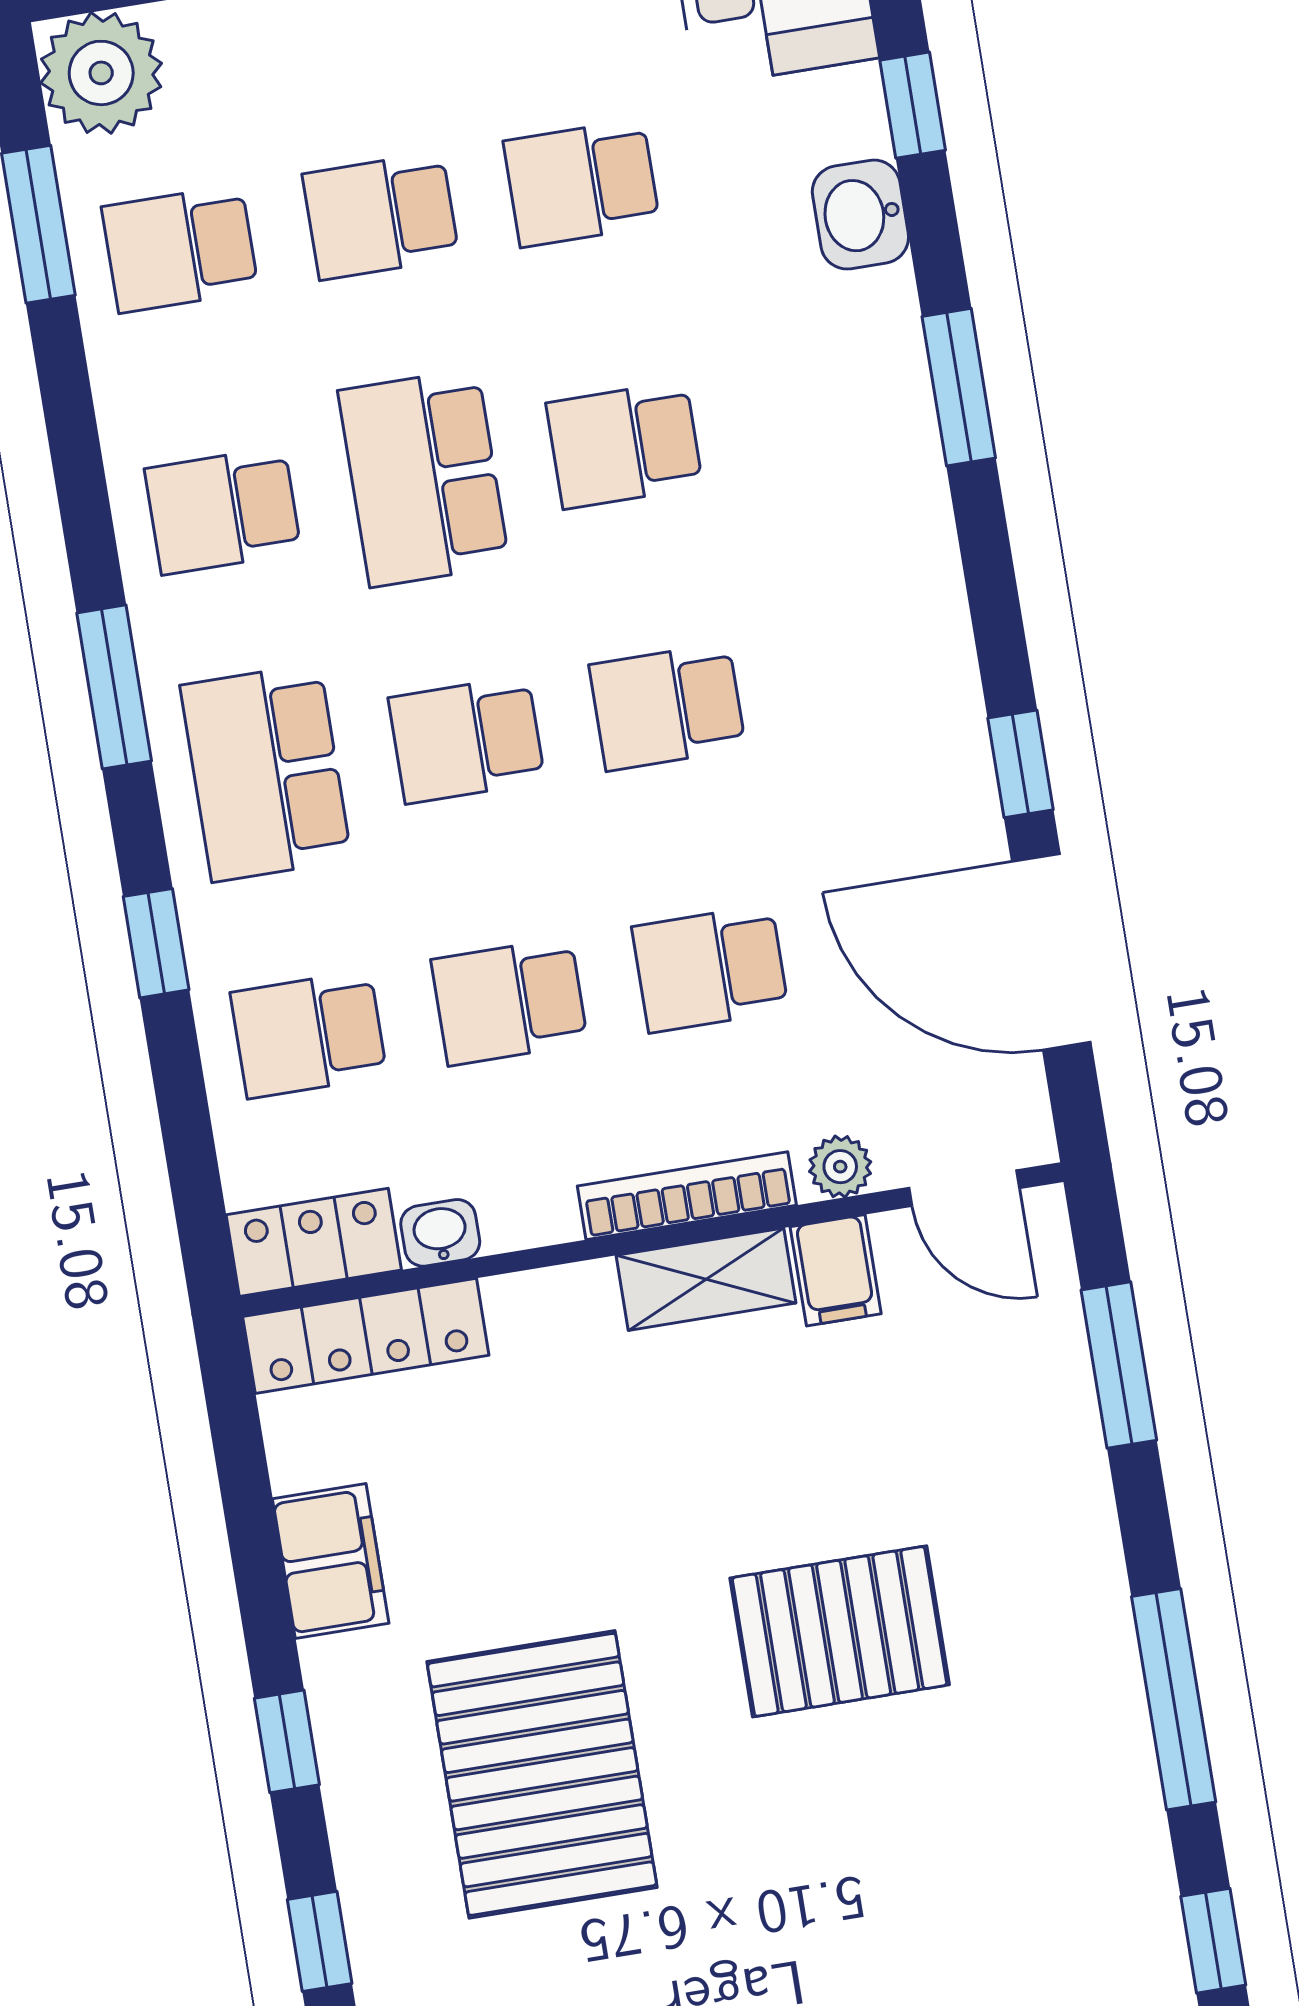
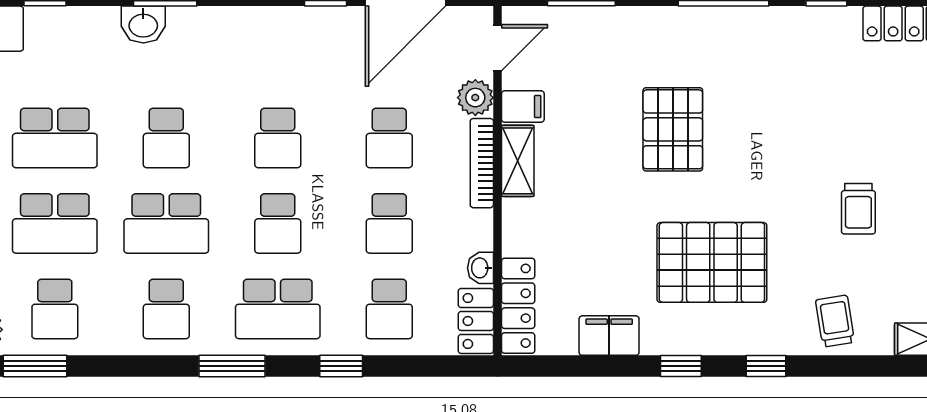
school desk: (582, 183) -> (55, 138), width x1.85
washbasin: (860, 215) -> (143, 25), moved
school desk: (381, 216) -> (55, 223), width x1.85
plant: (840, 1167) -> (475, 98), width x1.38, depth x1.38

